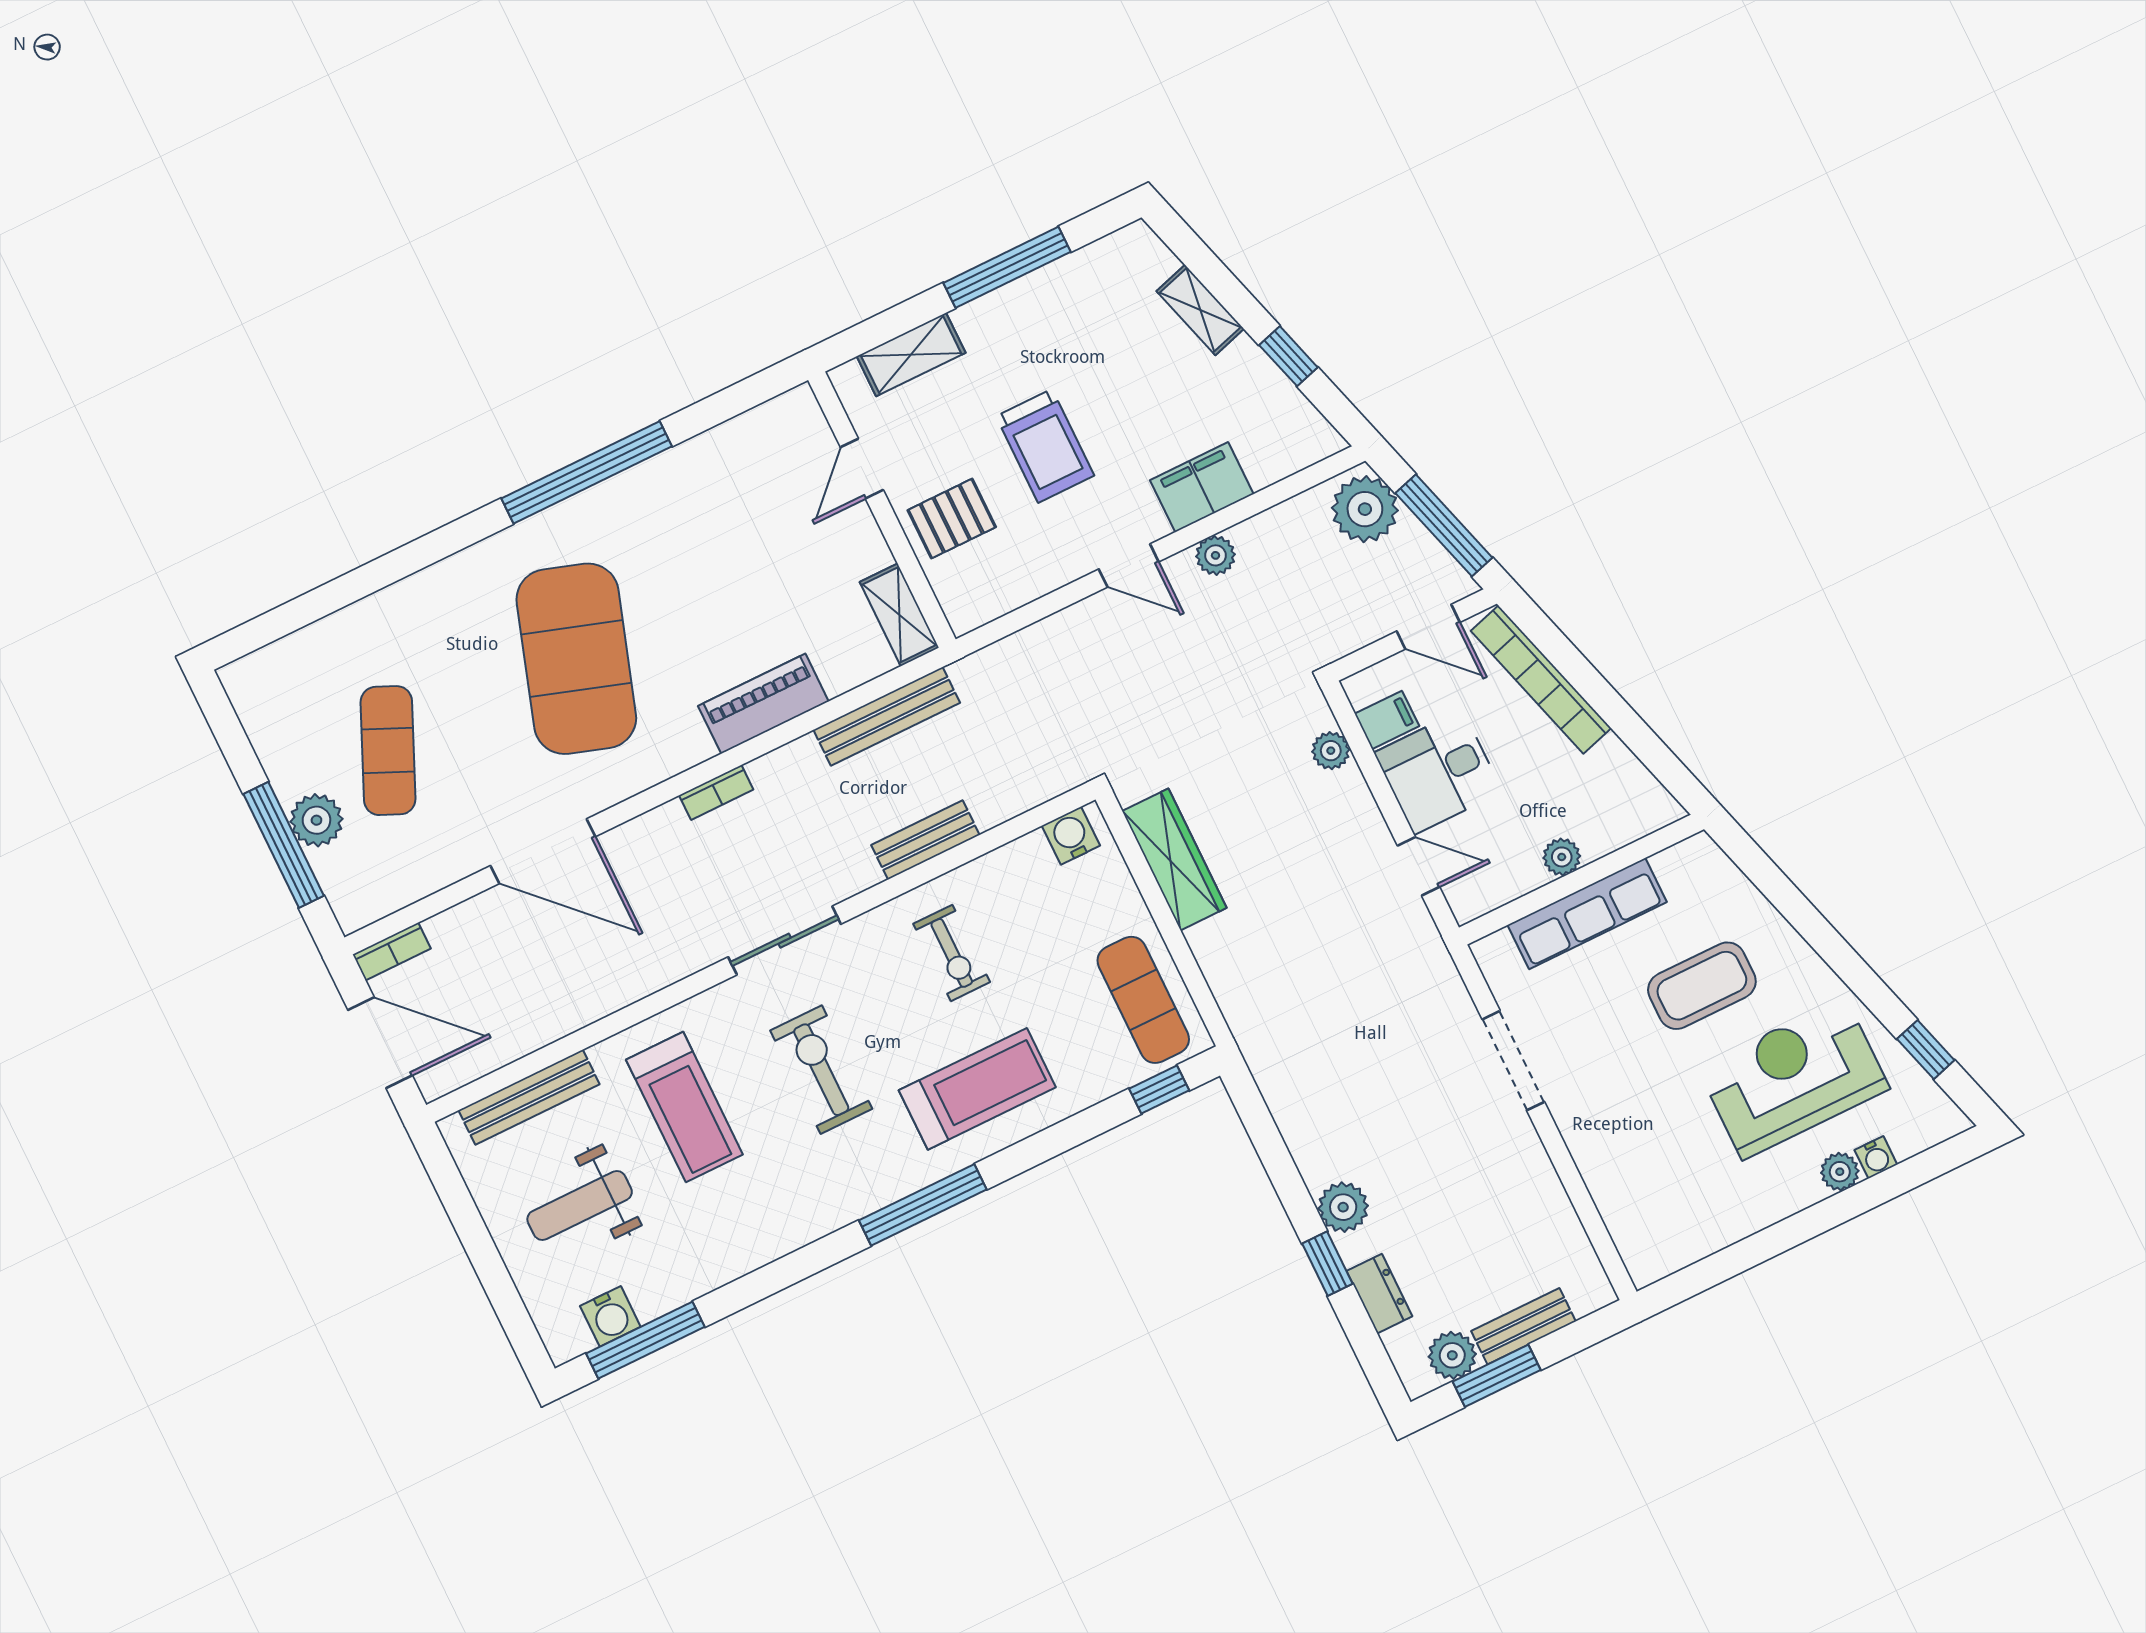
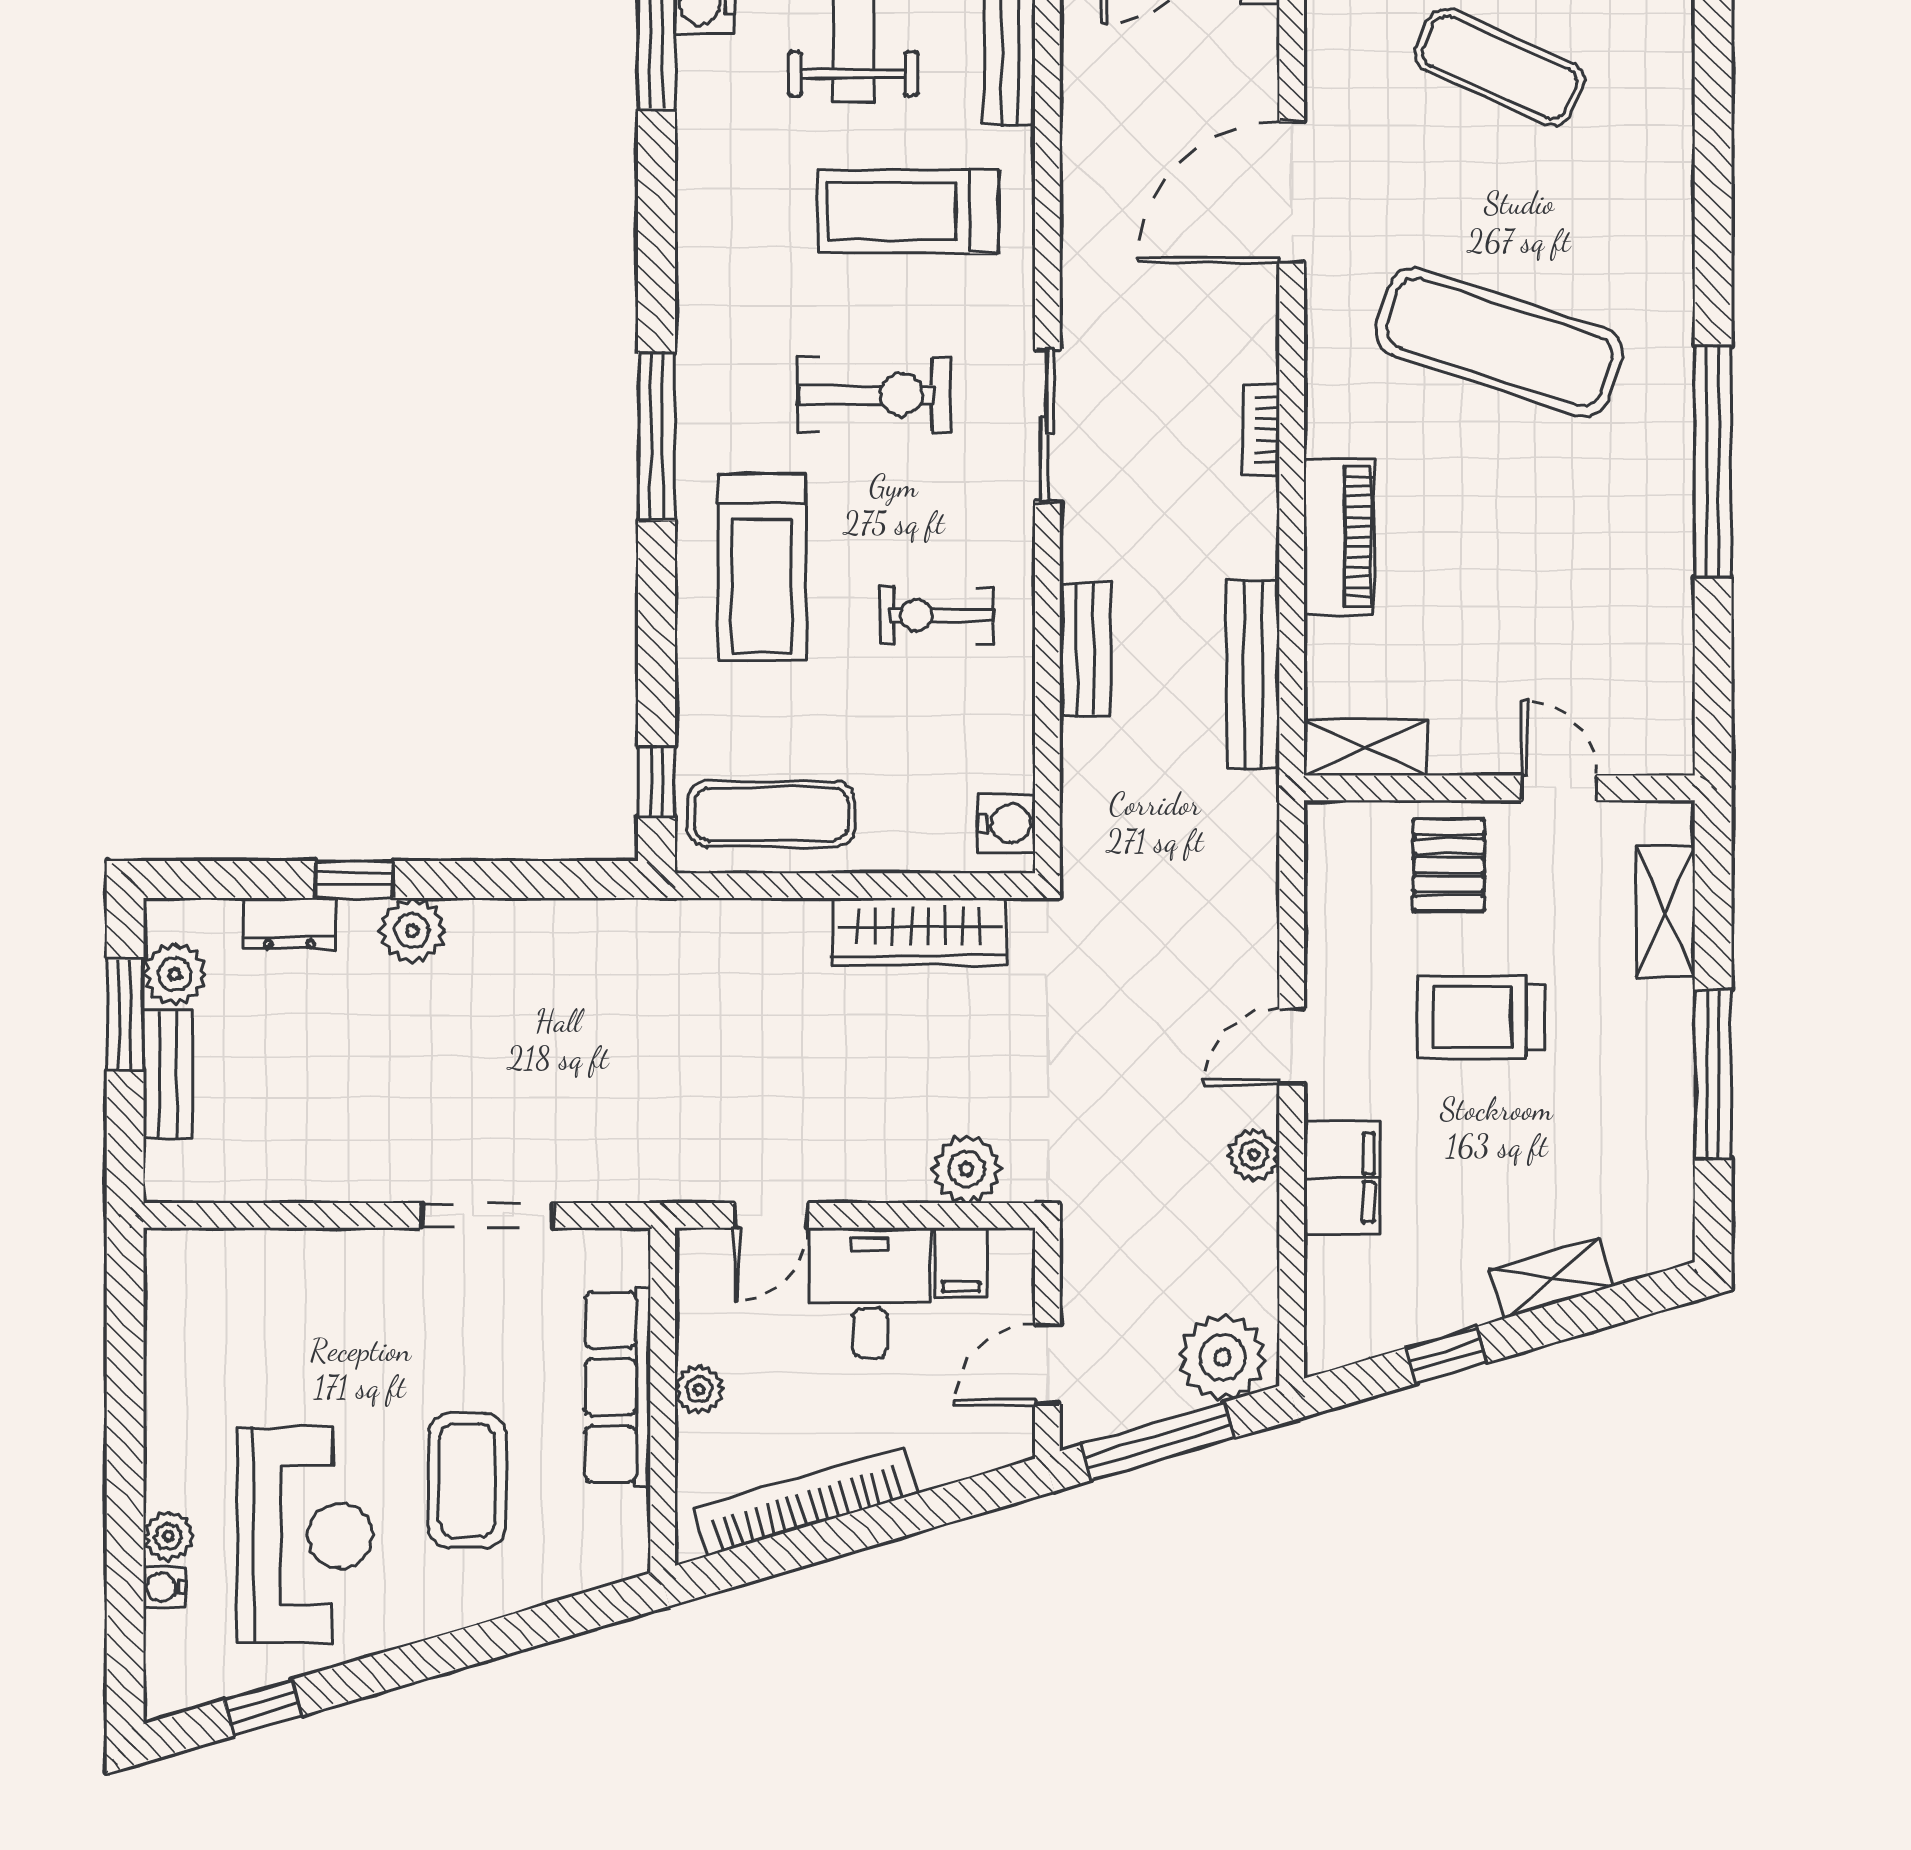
exercise mat: (576, 659) -> (1499, 342), width x0.68
bookcase: (1541, 680) -> (805, 1501), moved
plant: (1331, 751) -> (967, 1169), width x1.38, depth x1.38

